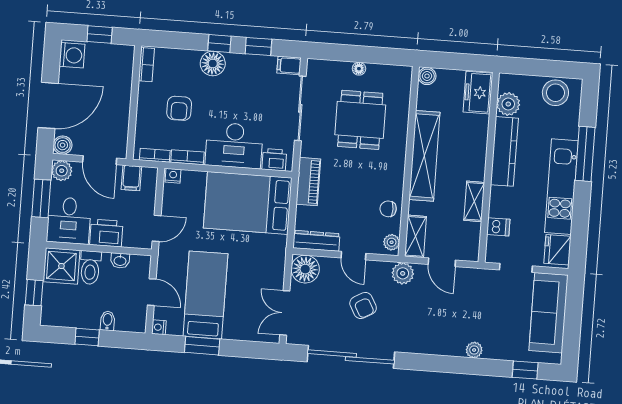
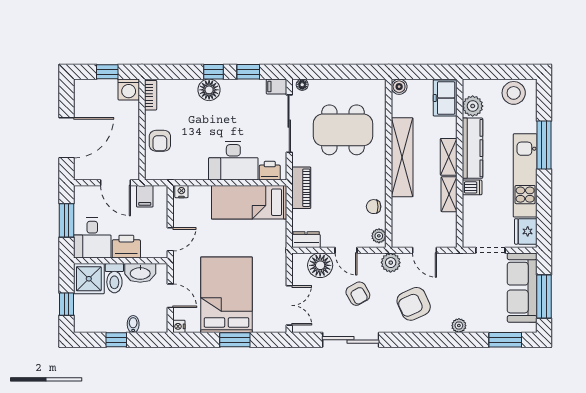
washing machine: (72, 55) -> (129, 89), moved, turned 90
floor lamp: (359, 69) -> (302, 85), moved
armchair: (179, 108) -> (160, 141), moved
dining table: (360, 120) -> (343, 130), width x1.38
boiler: (63, 145) -> (82, 172), removed
bookcase: (155, 155) -> (164, 175), removed
bookcase: (187, 157) -> (193, 174), removed
plant: (62, 171) -> (83, 195), removed
bed: (248, 203) -> (249, 202), width x0.67
dishwasher: (498, 227) -> (472, 187), moved
shelving: (416, 236) -> (449, 157), moved
dresser: (316, 241) -> (306, 240), width x0.70
washbasin: (120, 261) -> (140, 273), width x1.91, depth x1.45
floor lamp: (305, 269) -> (320, 265), moved
bed: (205, 295) -> (226, 295), width x1.50
double door: (285, 313) -> (289, 305), swing flipped
armchair: (425, 322) -> (414, 304), added
window: (572, 325) -> (544, 297), added
window: (202, 346) -> (235, 340), moved
sliding door: (351, 357) -> (351, 340), width x0.73
window: (525, 370) -> (505, 340), width x1.50

